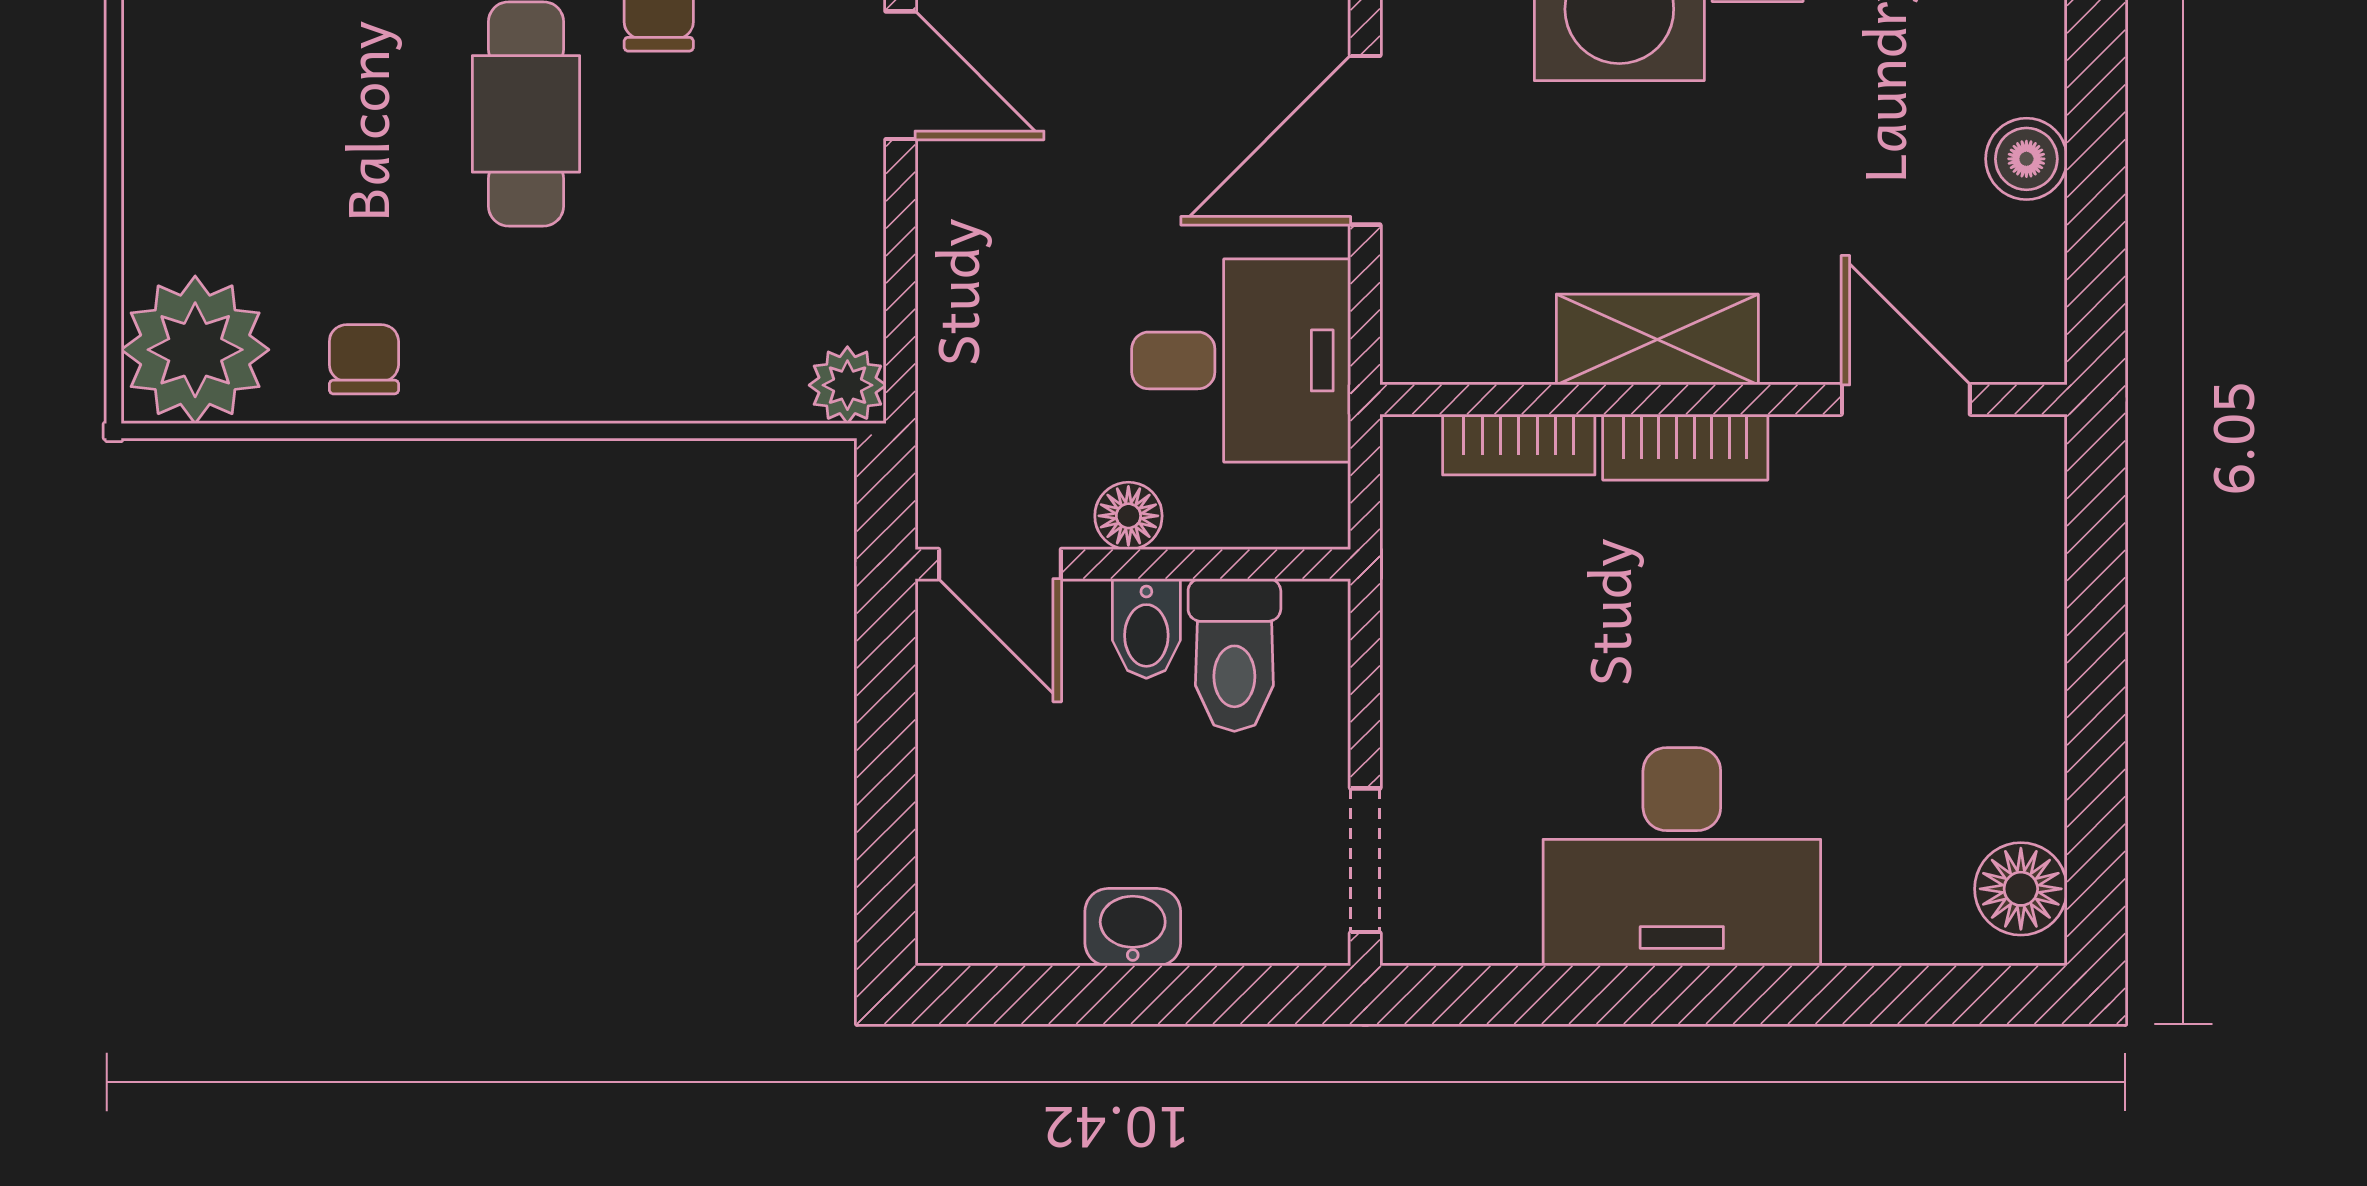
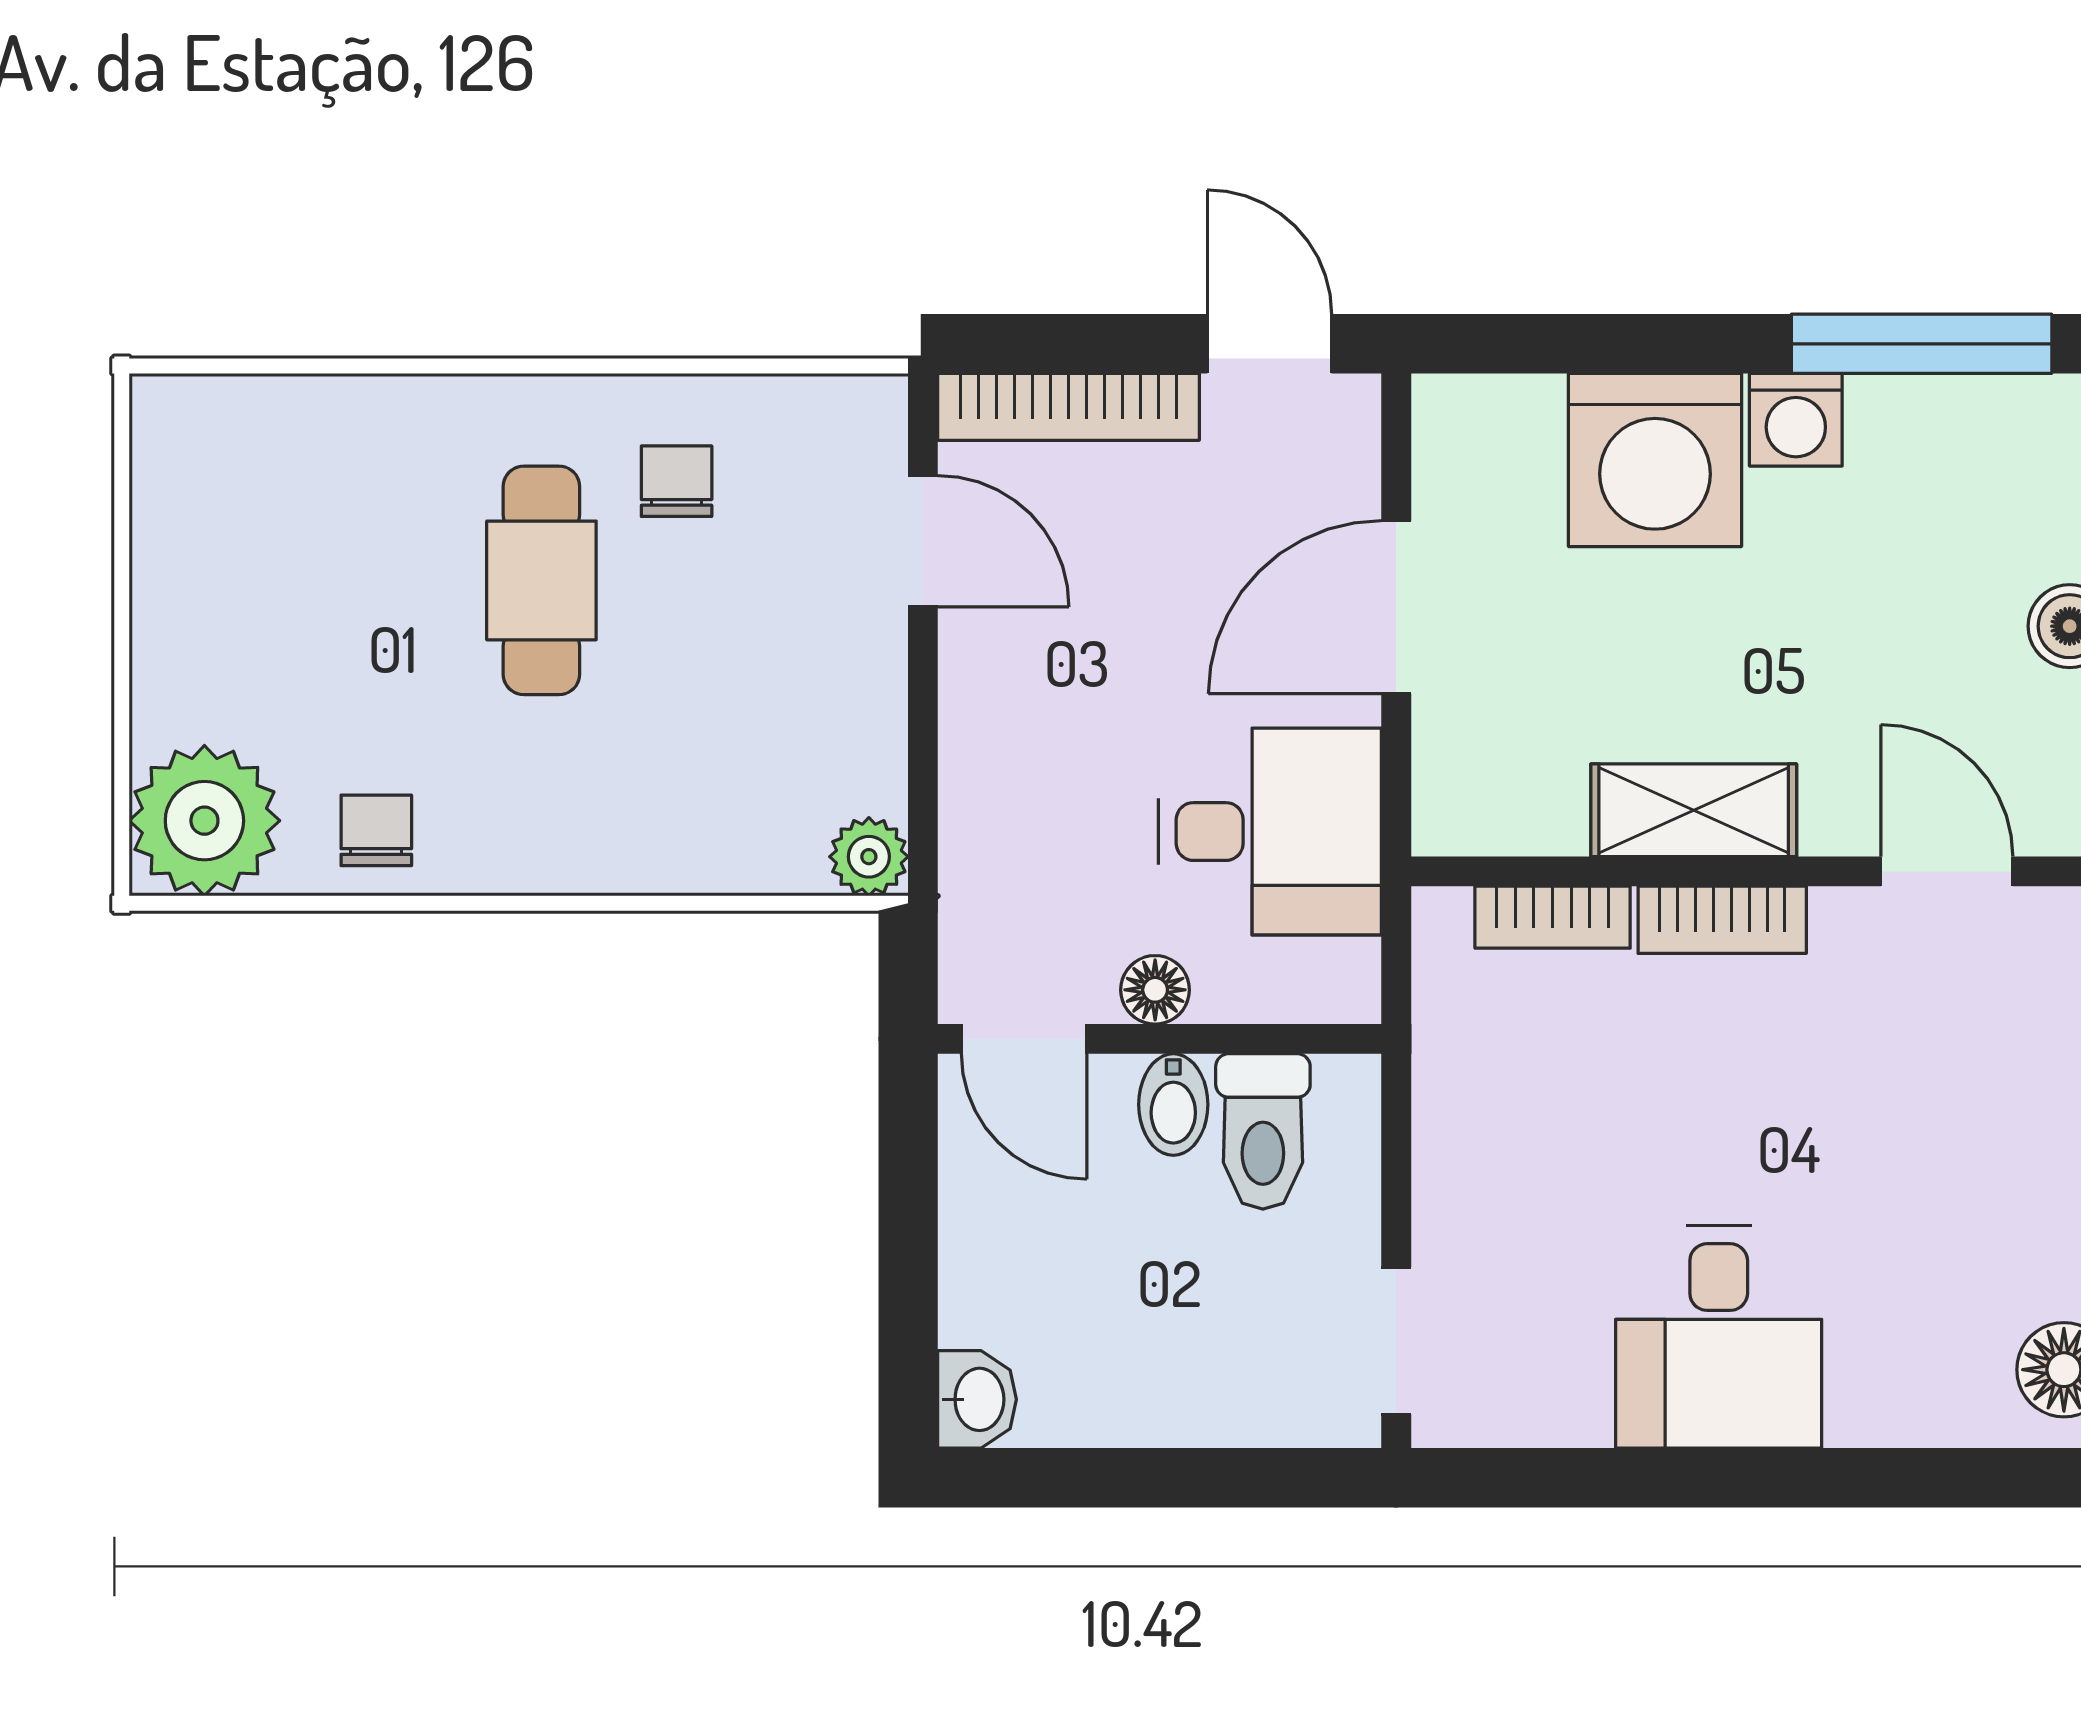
desk: (1682, 857) -> (1719, 1337), width x0.73
washbasin: (1133, 927) -> (977, 1399), moved, turned 90

